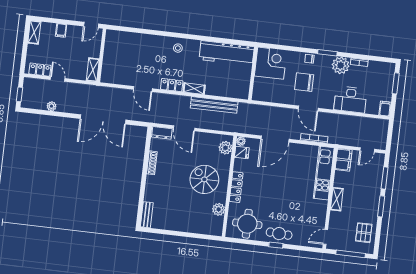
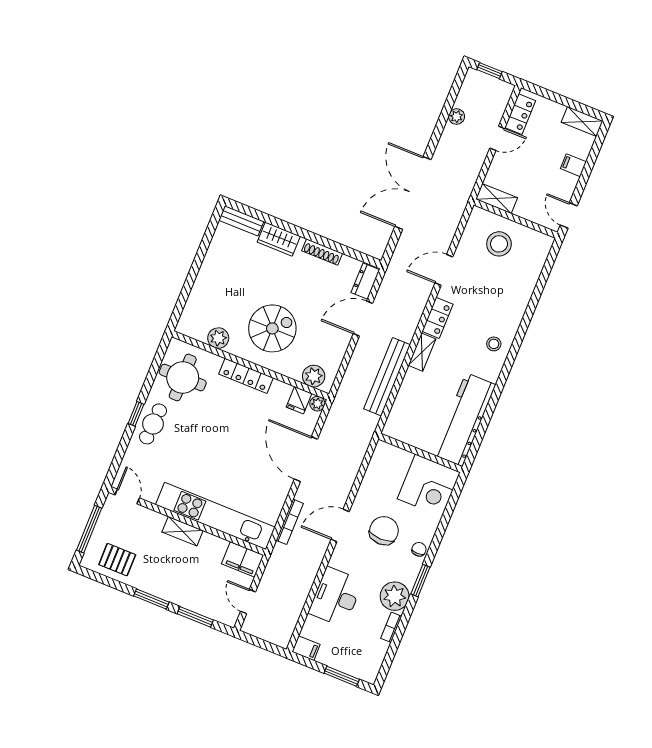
stool: (119, 61) -> (499, 244), added
kitchen unit: (324, 173) -> (215, 516), width x1.36
wardrobe: (151, 190) -> (279, 239), added

